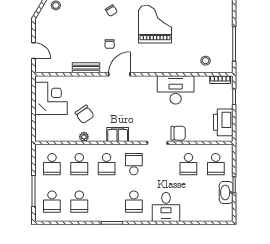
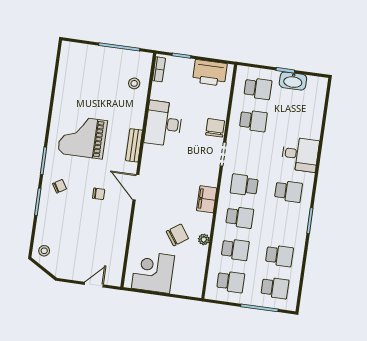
bench: (86, 68) -> (134, 145), moved

